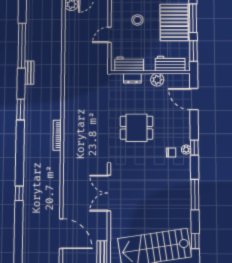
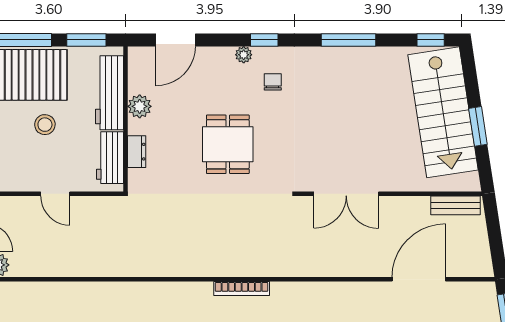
stool: (137, 20) -> (45, 125), moved
workbench: (170, 64) -> (109, 93), width x1.38
plant: (186, 150) -> (244, 55), moved

